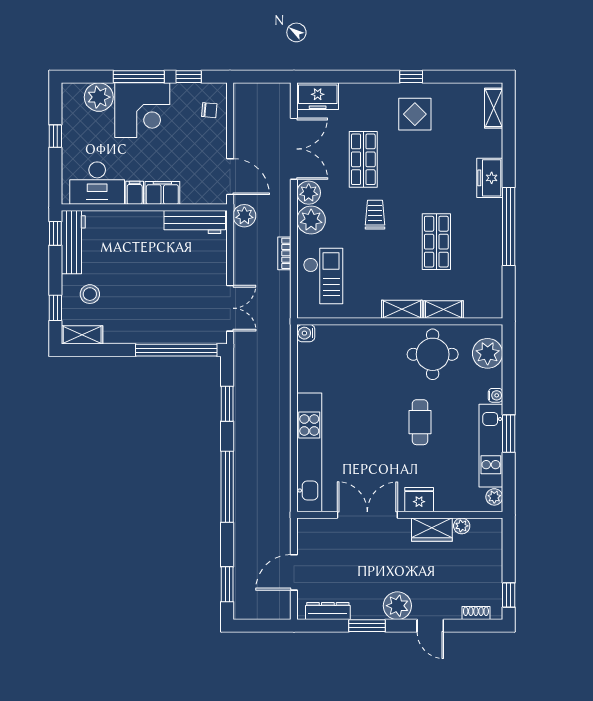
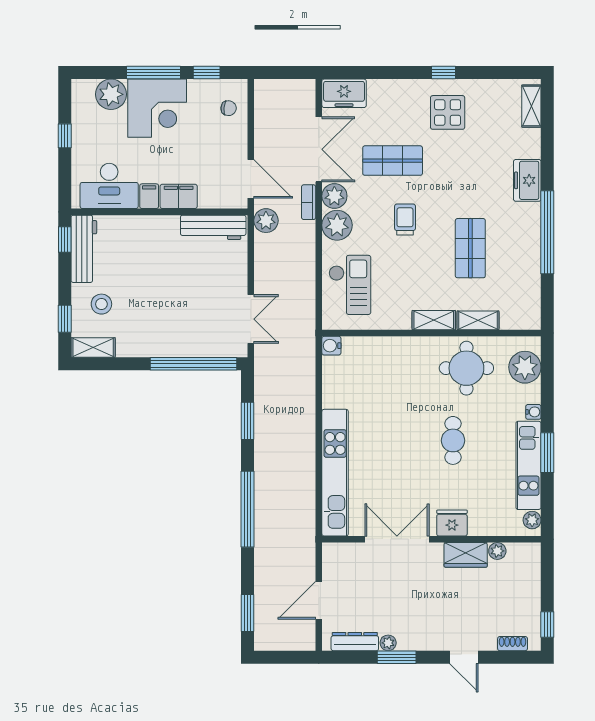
shop shelf: (363, 159) -> (393, 161), turned 90
bookcase: (284, 253) -> (309, 202), moved
plant: (397, 606) -> (388, 643), moved, width x0.53, depth x0.53

